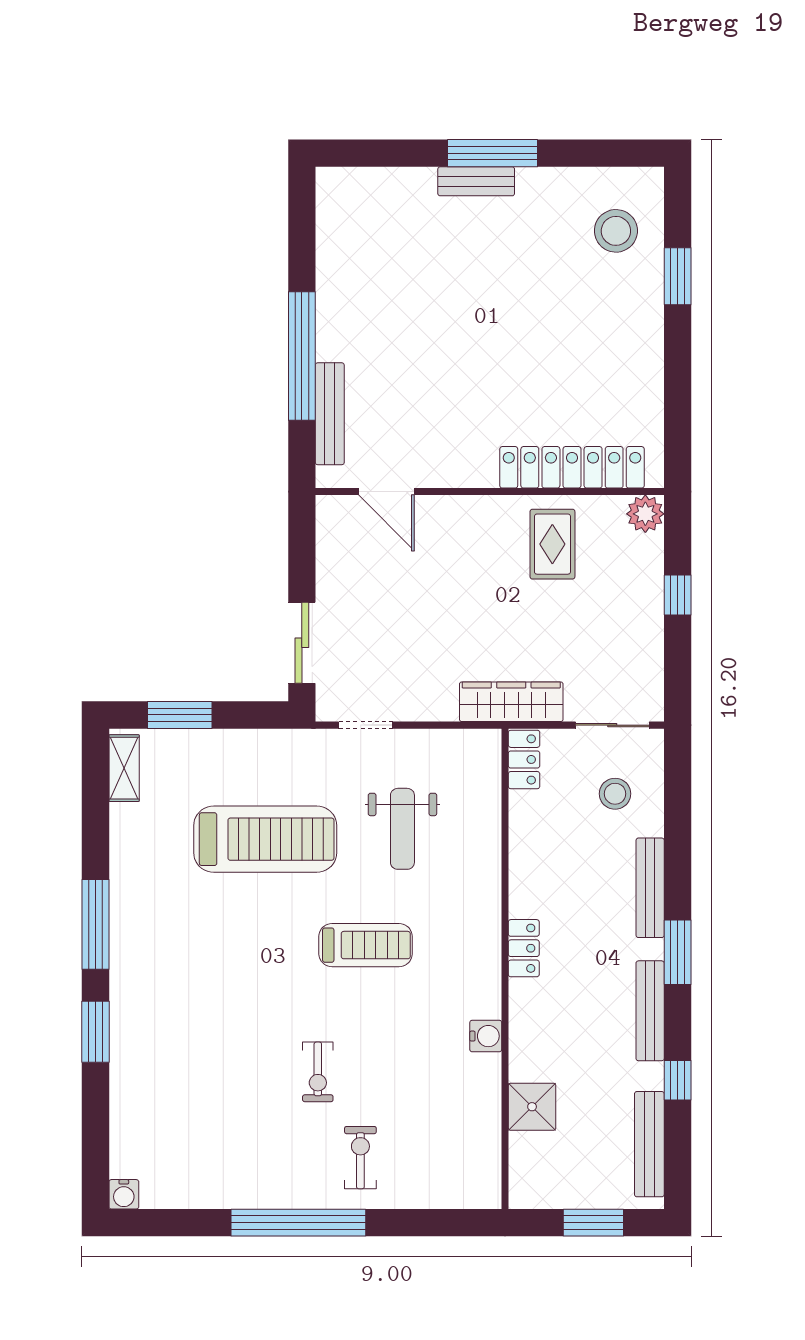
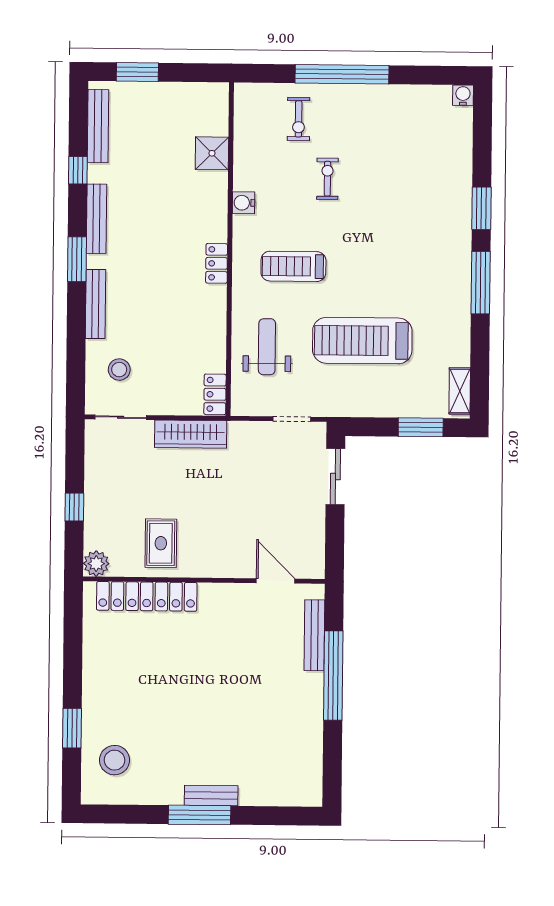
locker: (524, 759) -> (215, 394), moved
locker: (524, 948) -> (217, 263), moved
wall: (505, 969) -> (230, 249), moved
water cooler: (486, 1036) -> (244, 203), moved
shower: (532, 1107) -> (212, 153), moved

